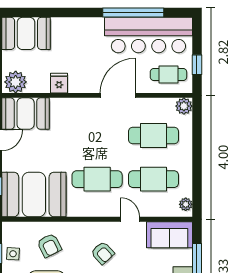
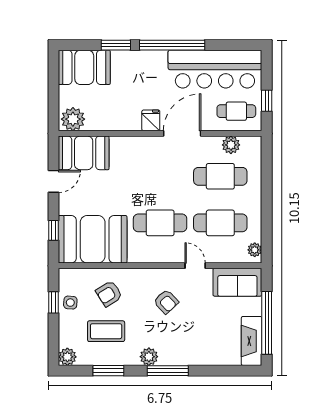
window: (56, 13) -> (116, 45), added
window: (133, 13) -> (172, 45), moved
fridge: (59, 83) -> (151, 120), moved
plant: (184, 106) -> (231, 145), moved
armchair: (49, 245) -> (109, 294), turned 85

